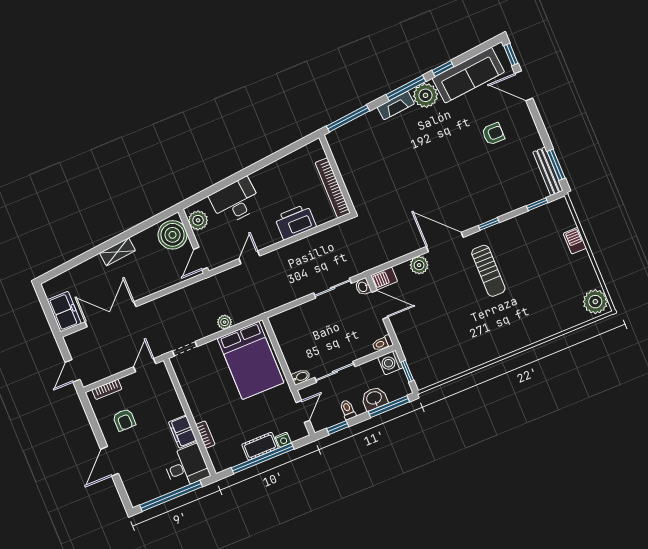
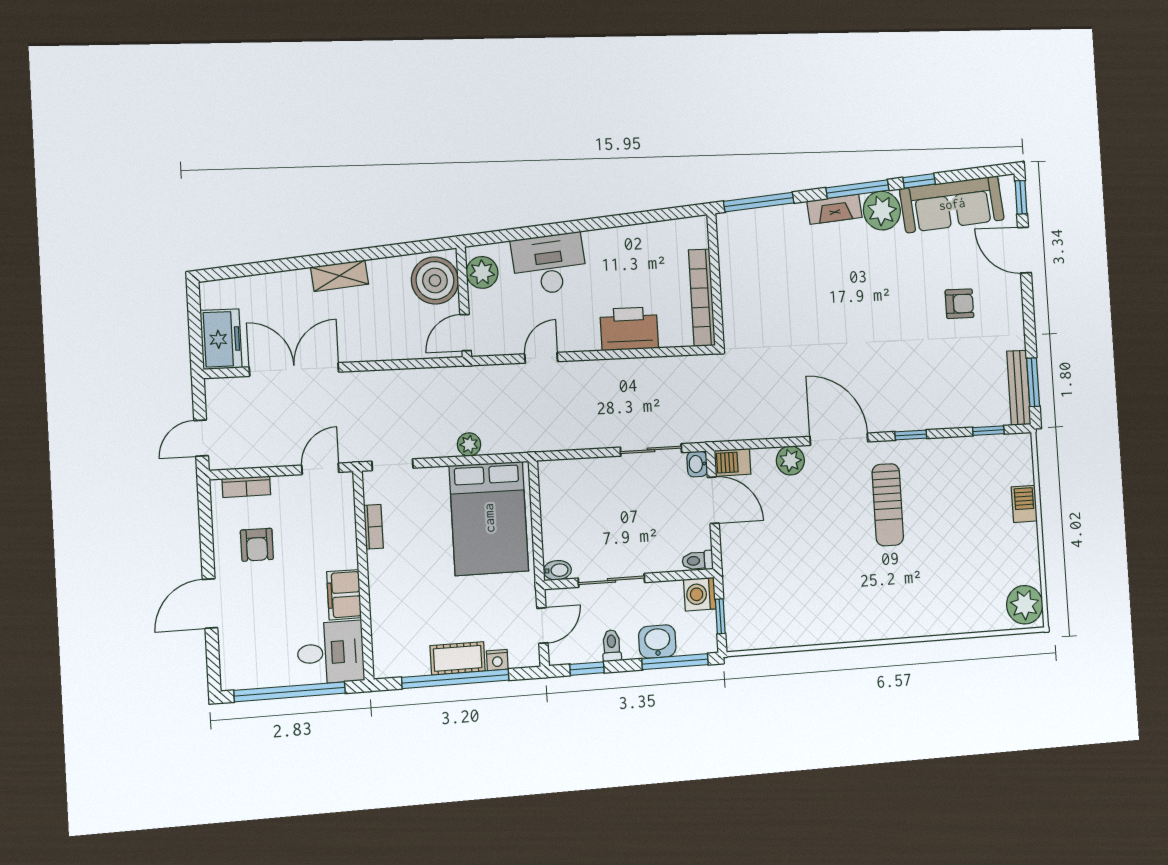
bookcase: (205, 435) -> (373, 527), moved

